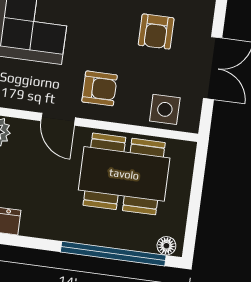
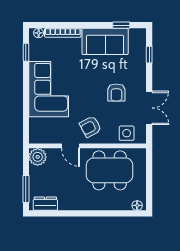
armchair: (100, 88) -> (90, 127), turned 152
window: (113, 254) -> (109, 213), removed

